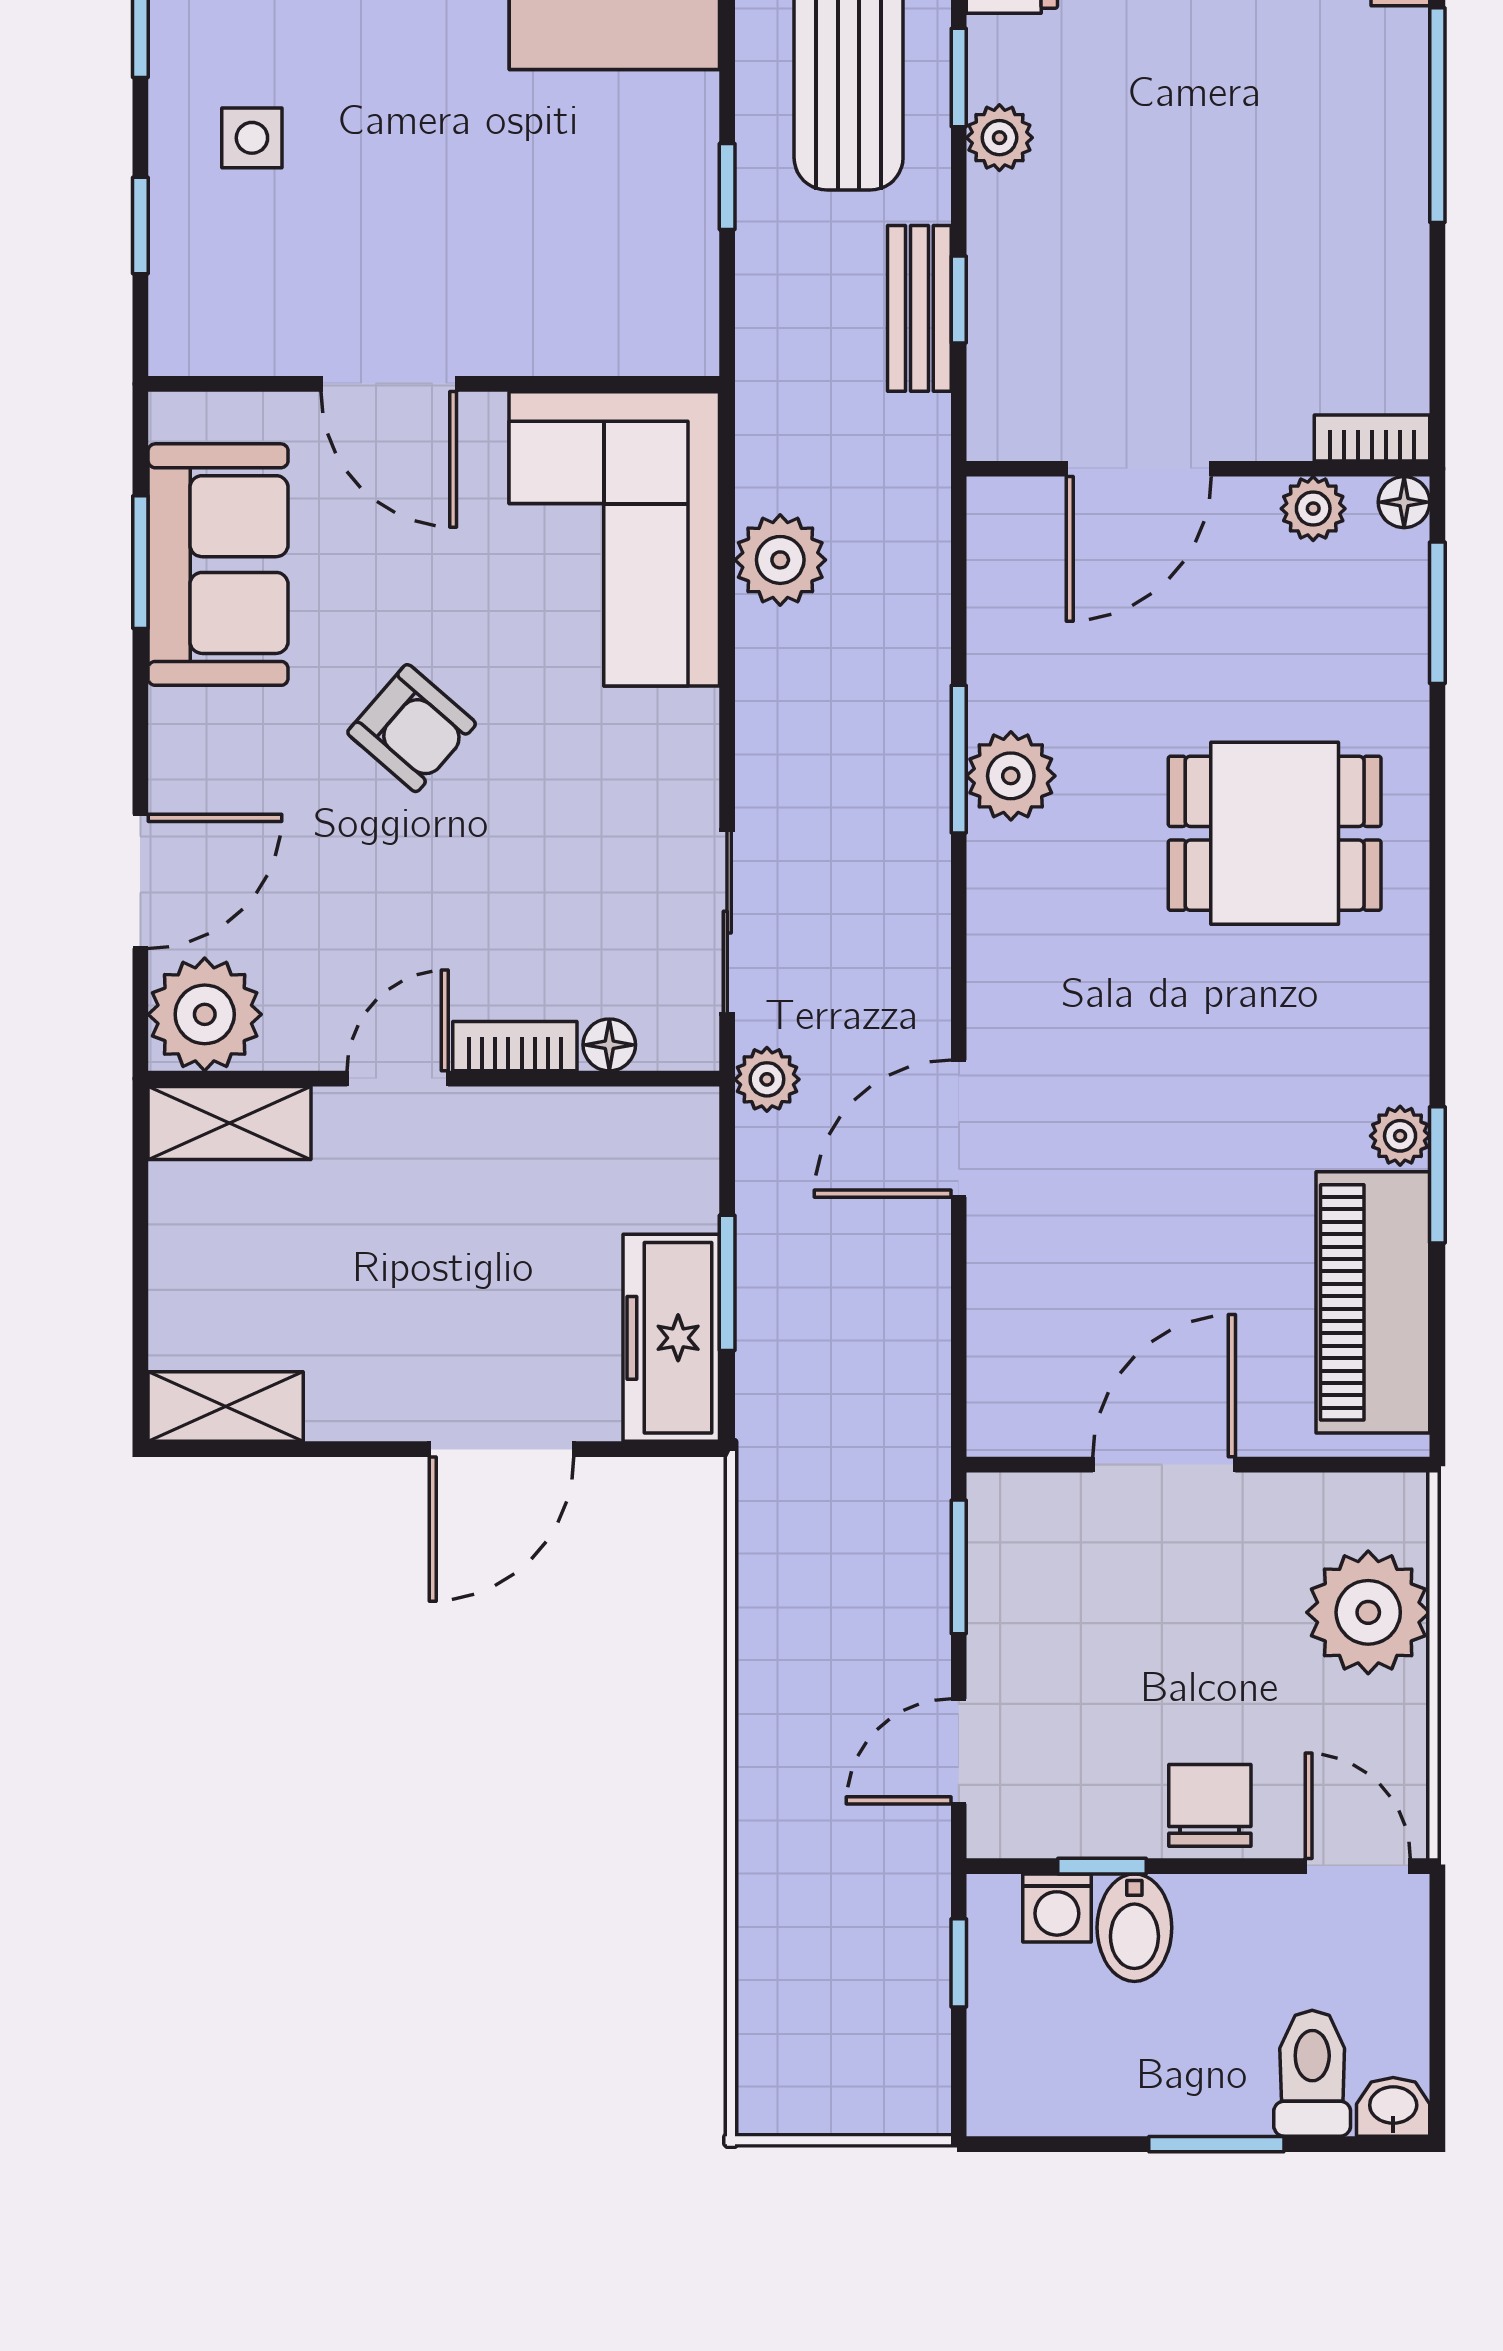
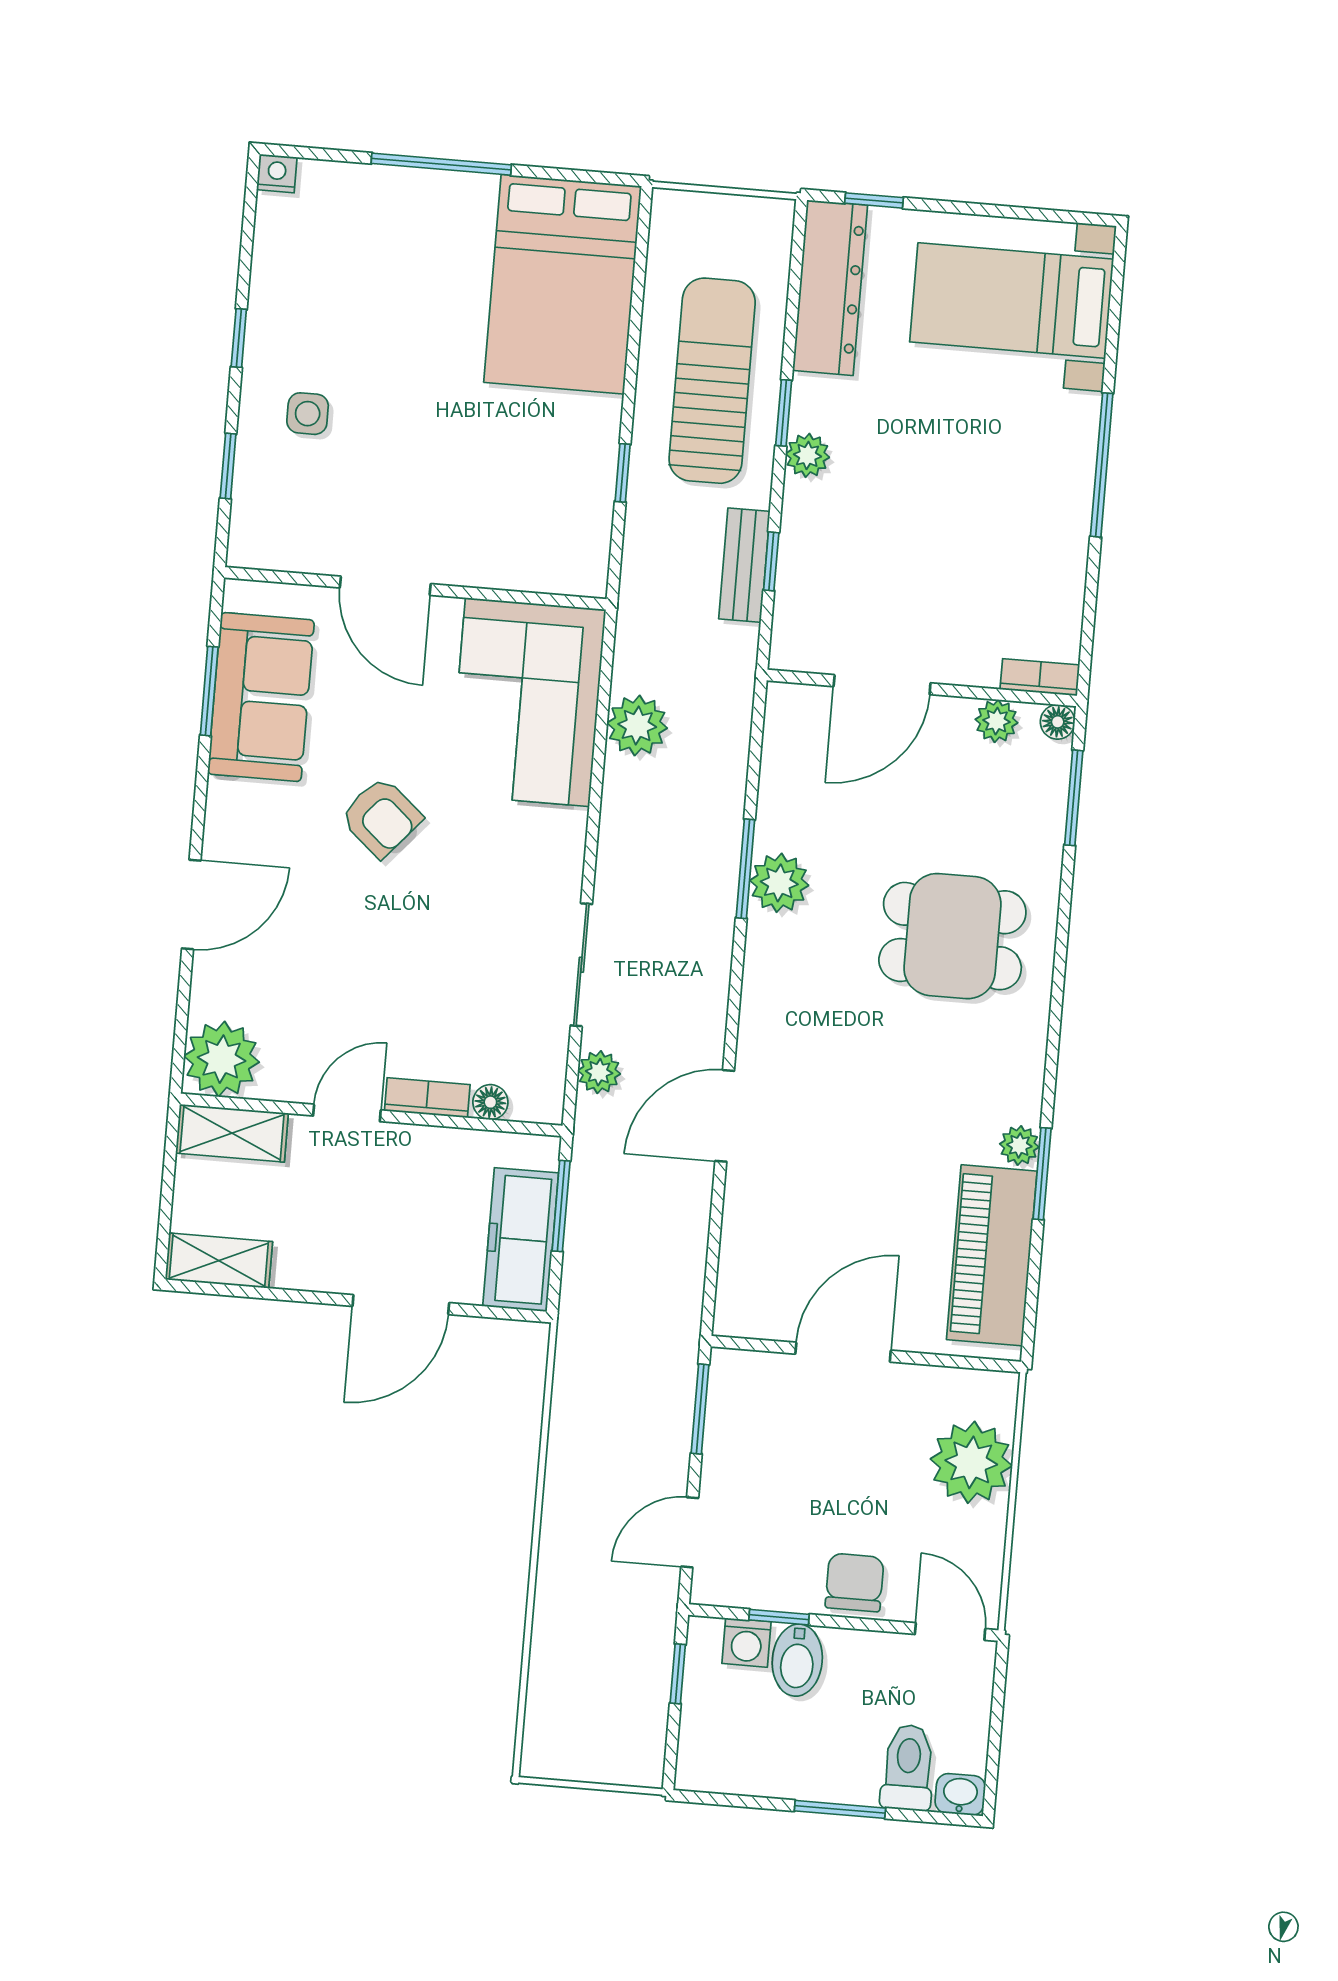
plant: (205, 1014) -> (222, 1059), moved
floor lamp: (609, 1045) -> (490, 1102), moved
bookcase: (515, 1046) -> (427, 1098), moved
door: (398, 1079) -> (347, 1113), moved
wall: (434, 1079) -> (371, 1115), moved
shelving: (229, 1123) -> (232, 1133), moved

